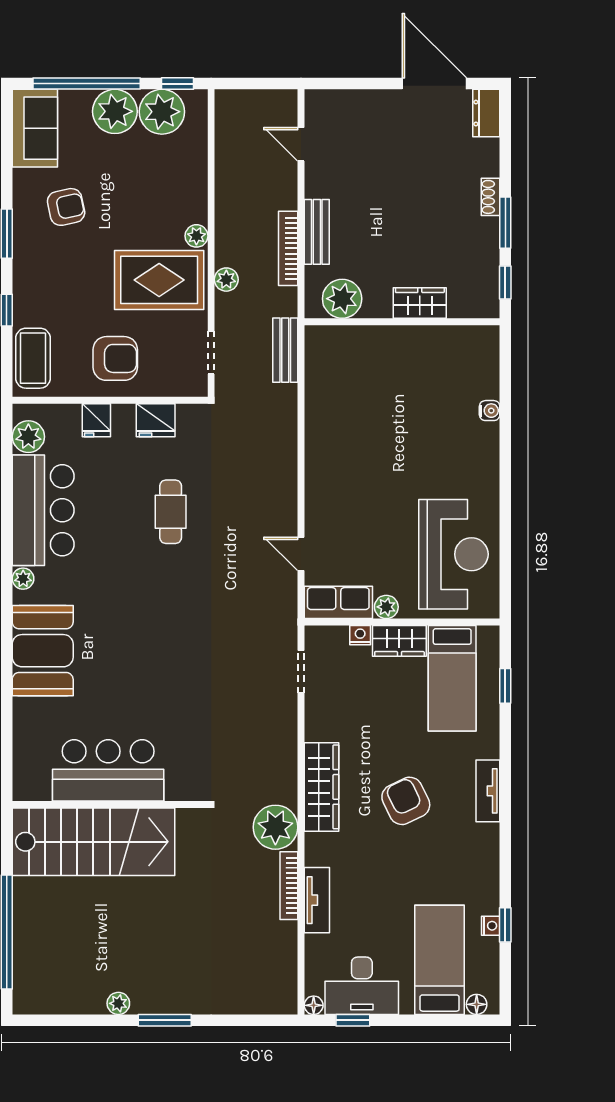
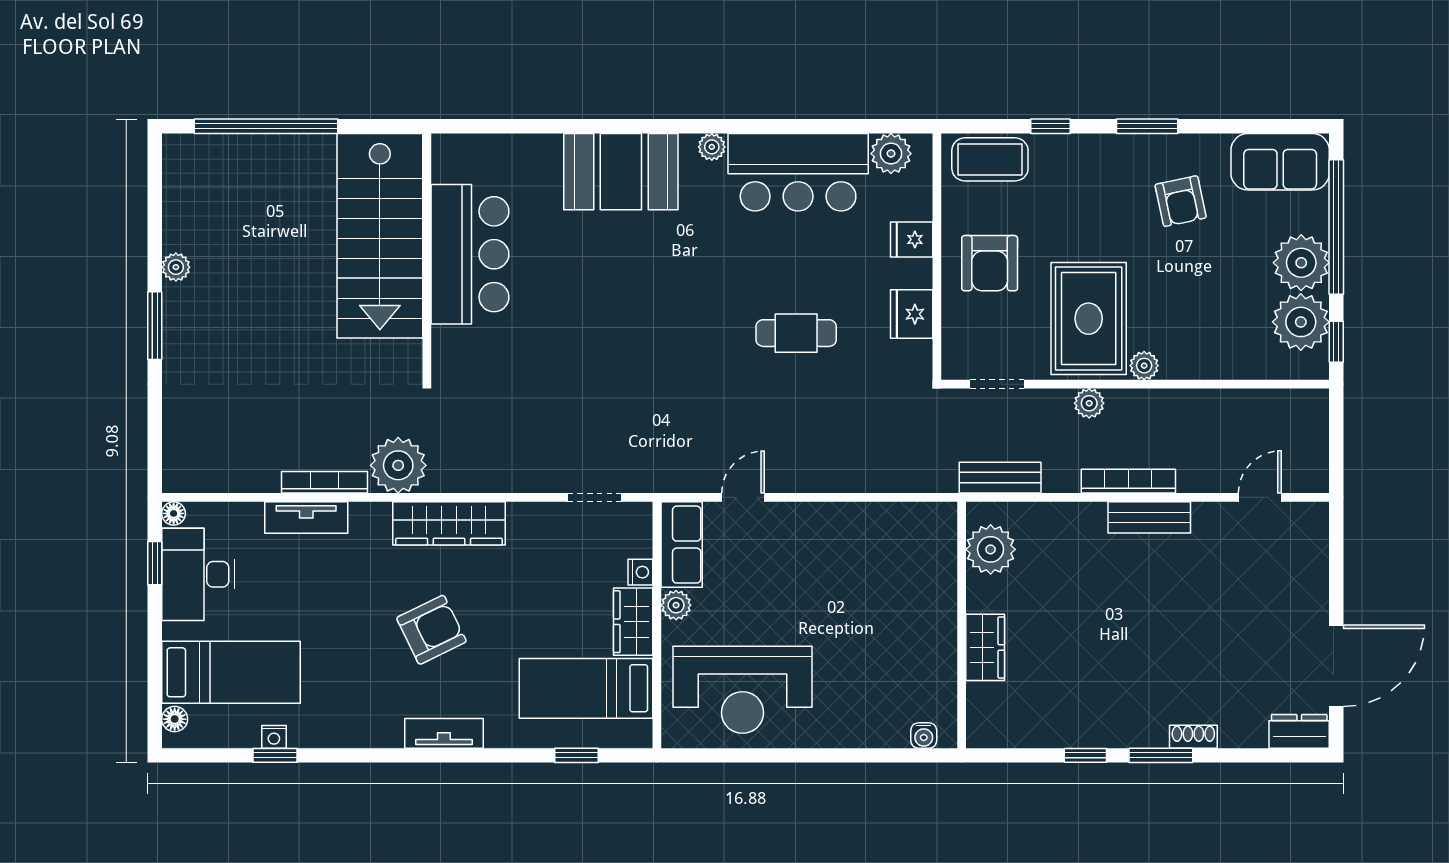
plant: (342, 299) -> (991, 549), moved
wardrobe: (420, 303) -> (985, 647), moved
wall: (402, 322) -> (962, 625), moved

